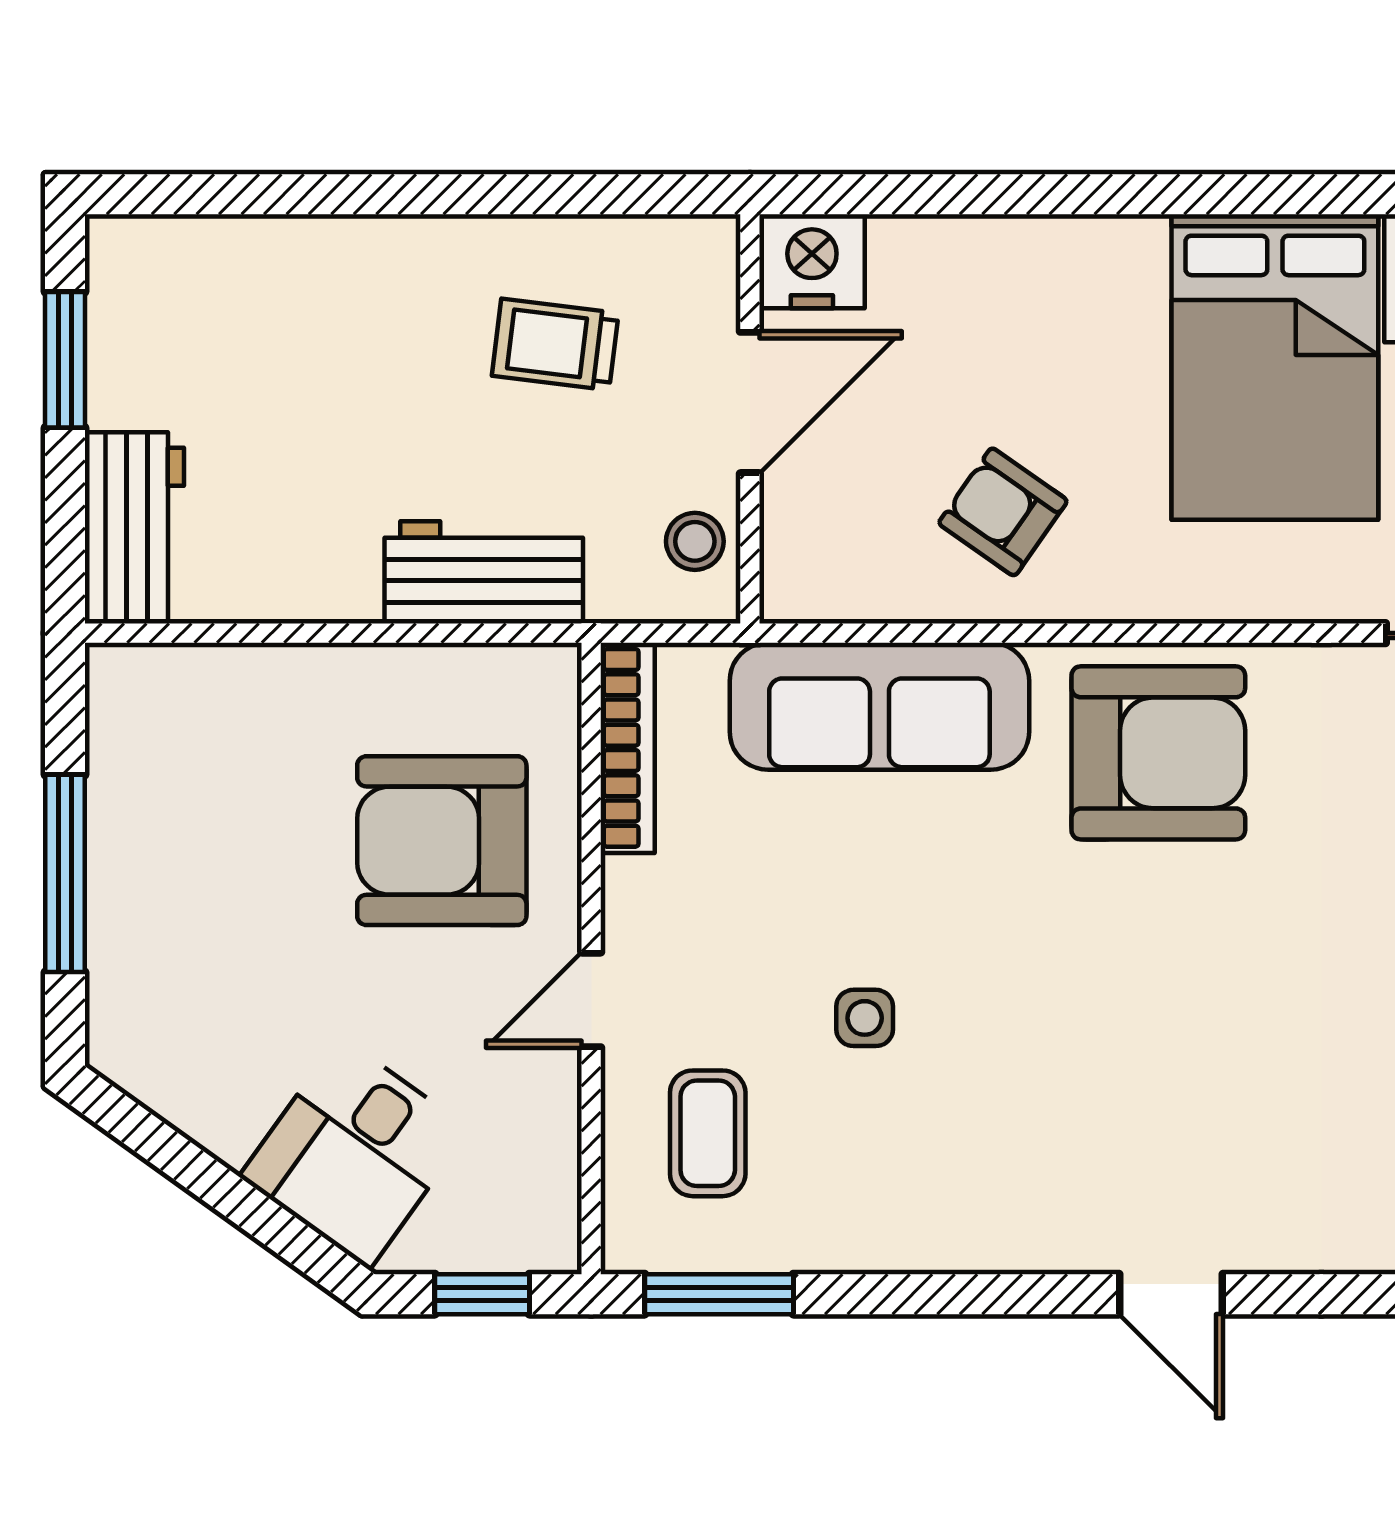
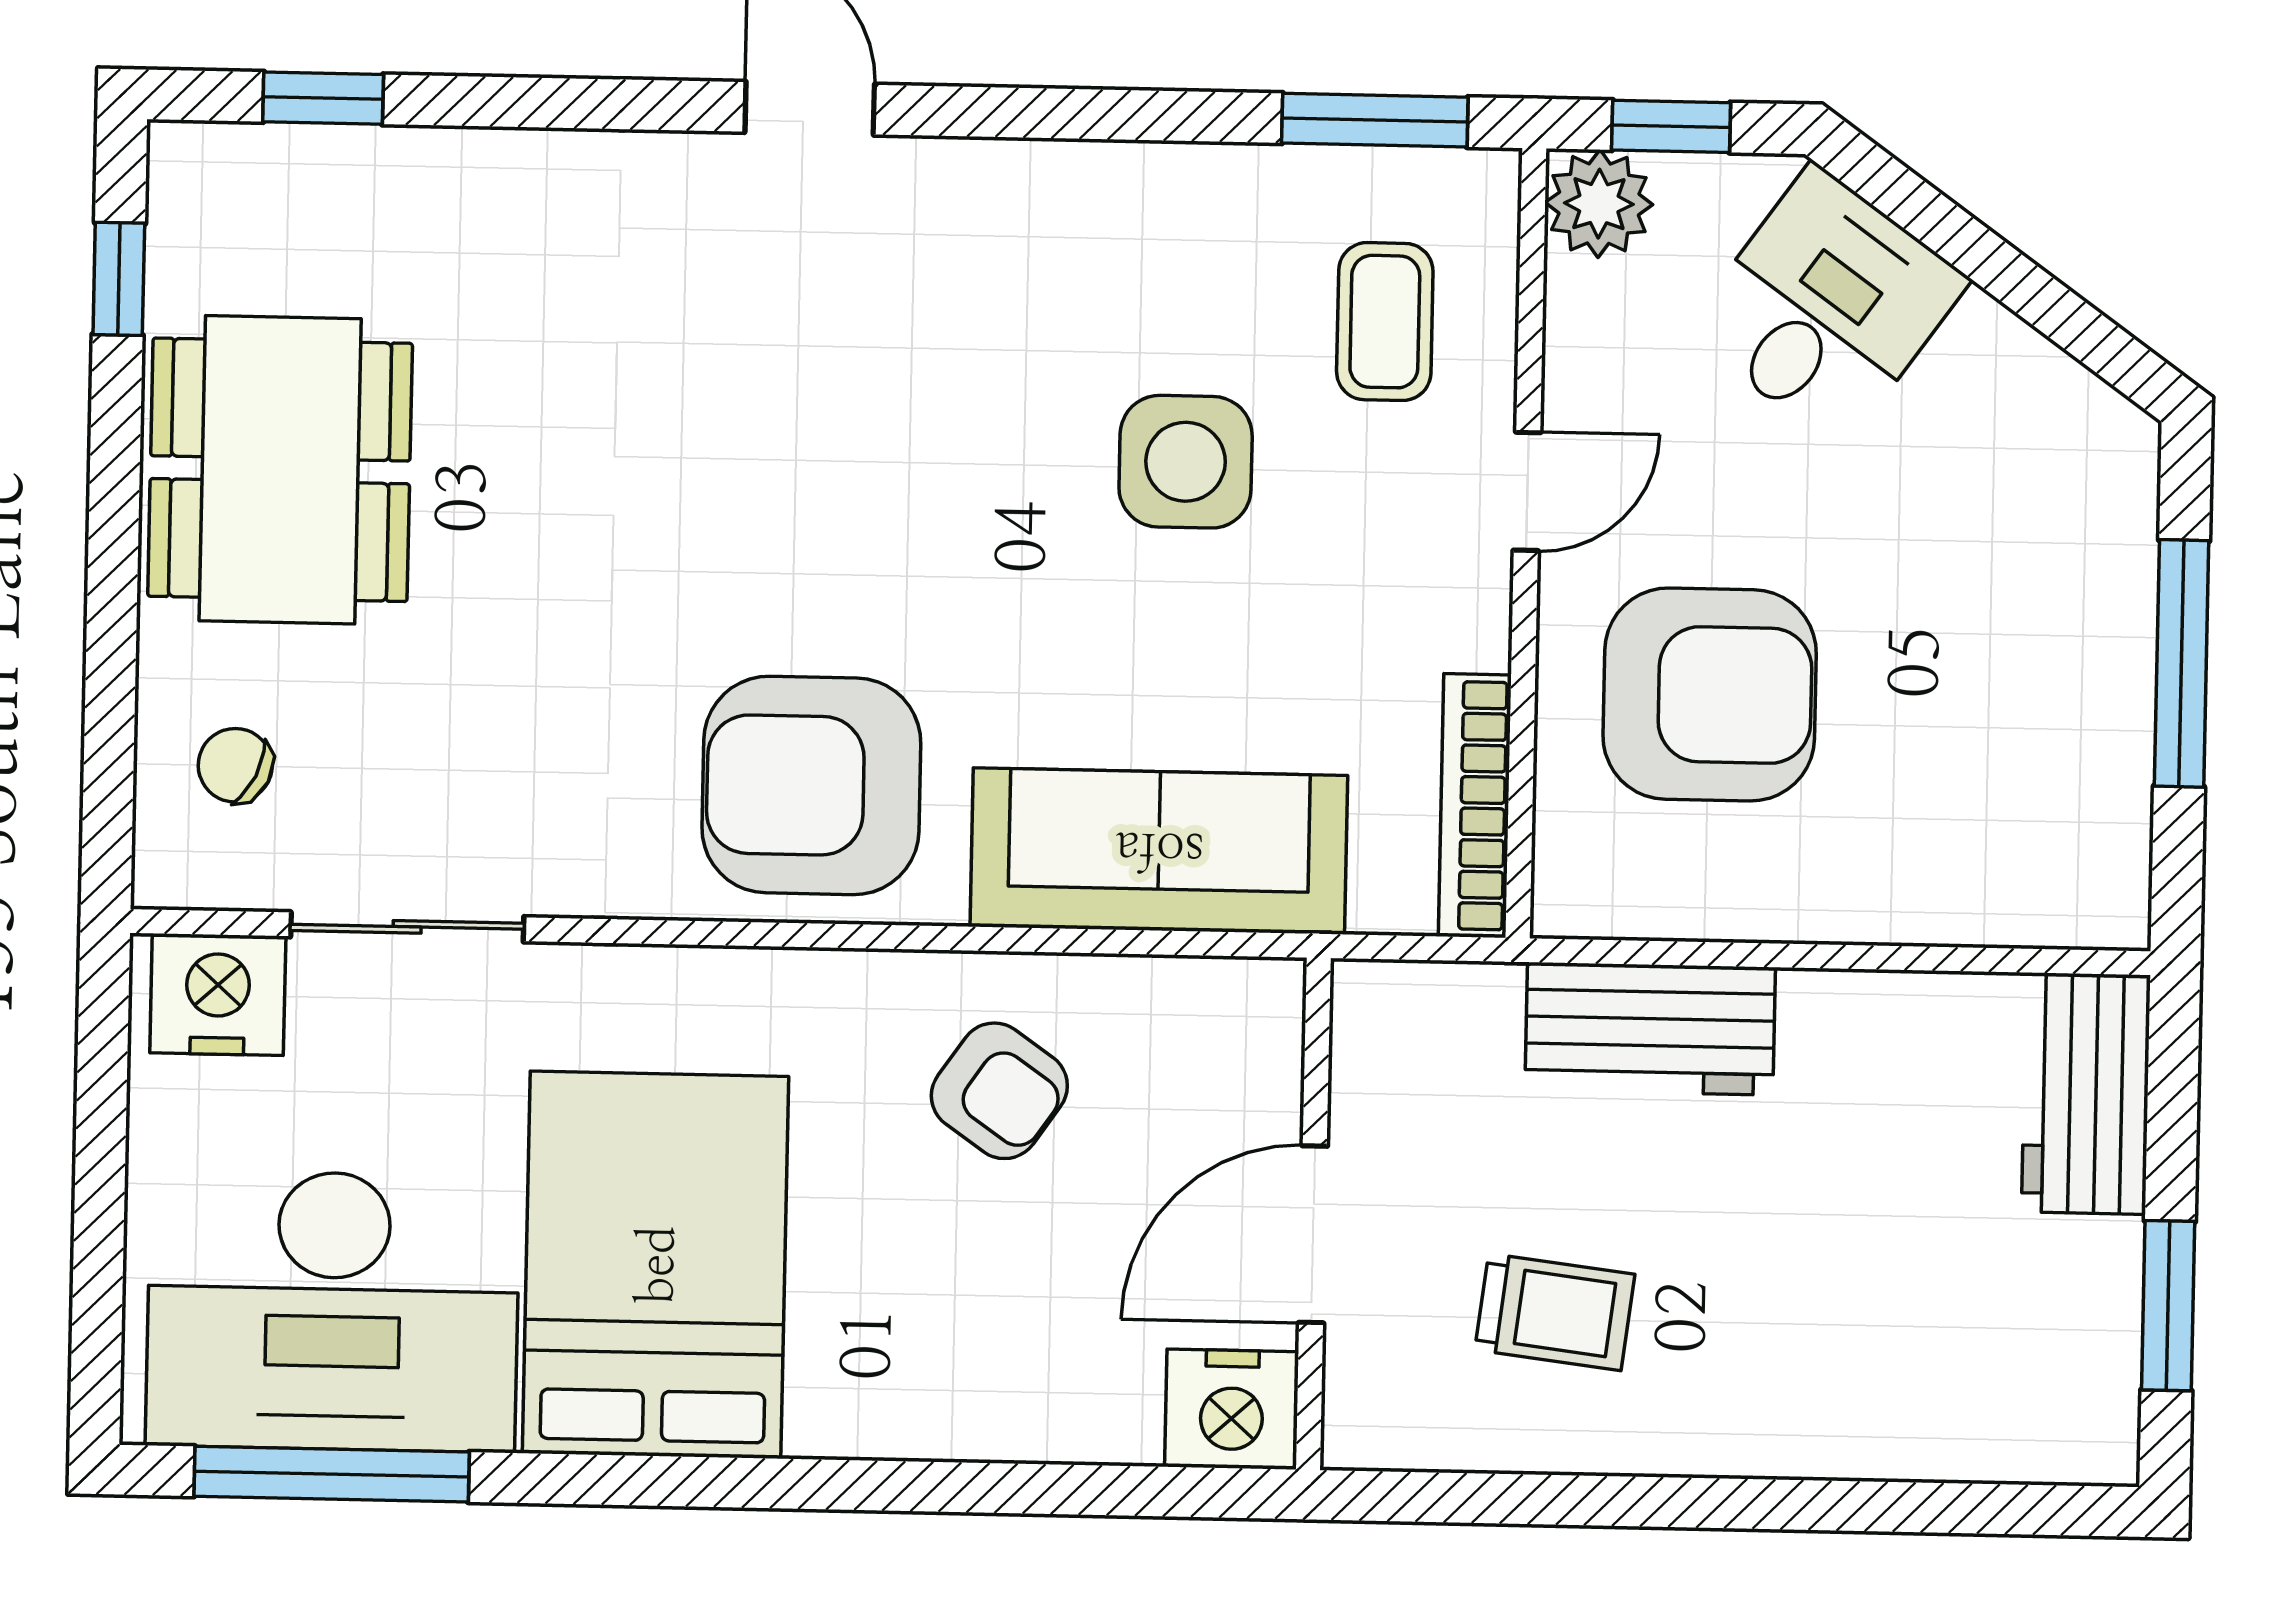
stool: (695, 541) -> (1385, 1062), removed
side table: (865, 1018) -> (1186, 462), width x1.87, depth x1.87
plant: (538, 1231) -> (1599, 204), added

